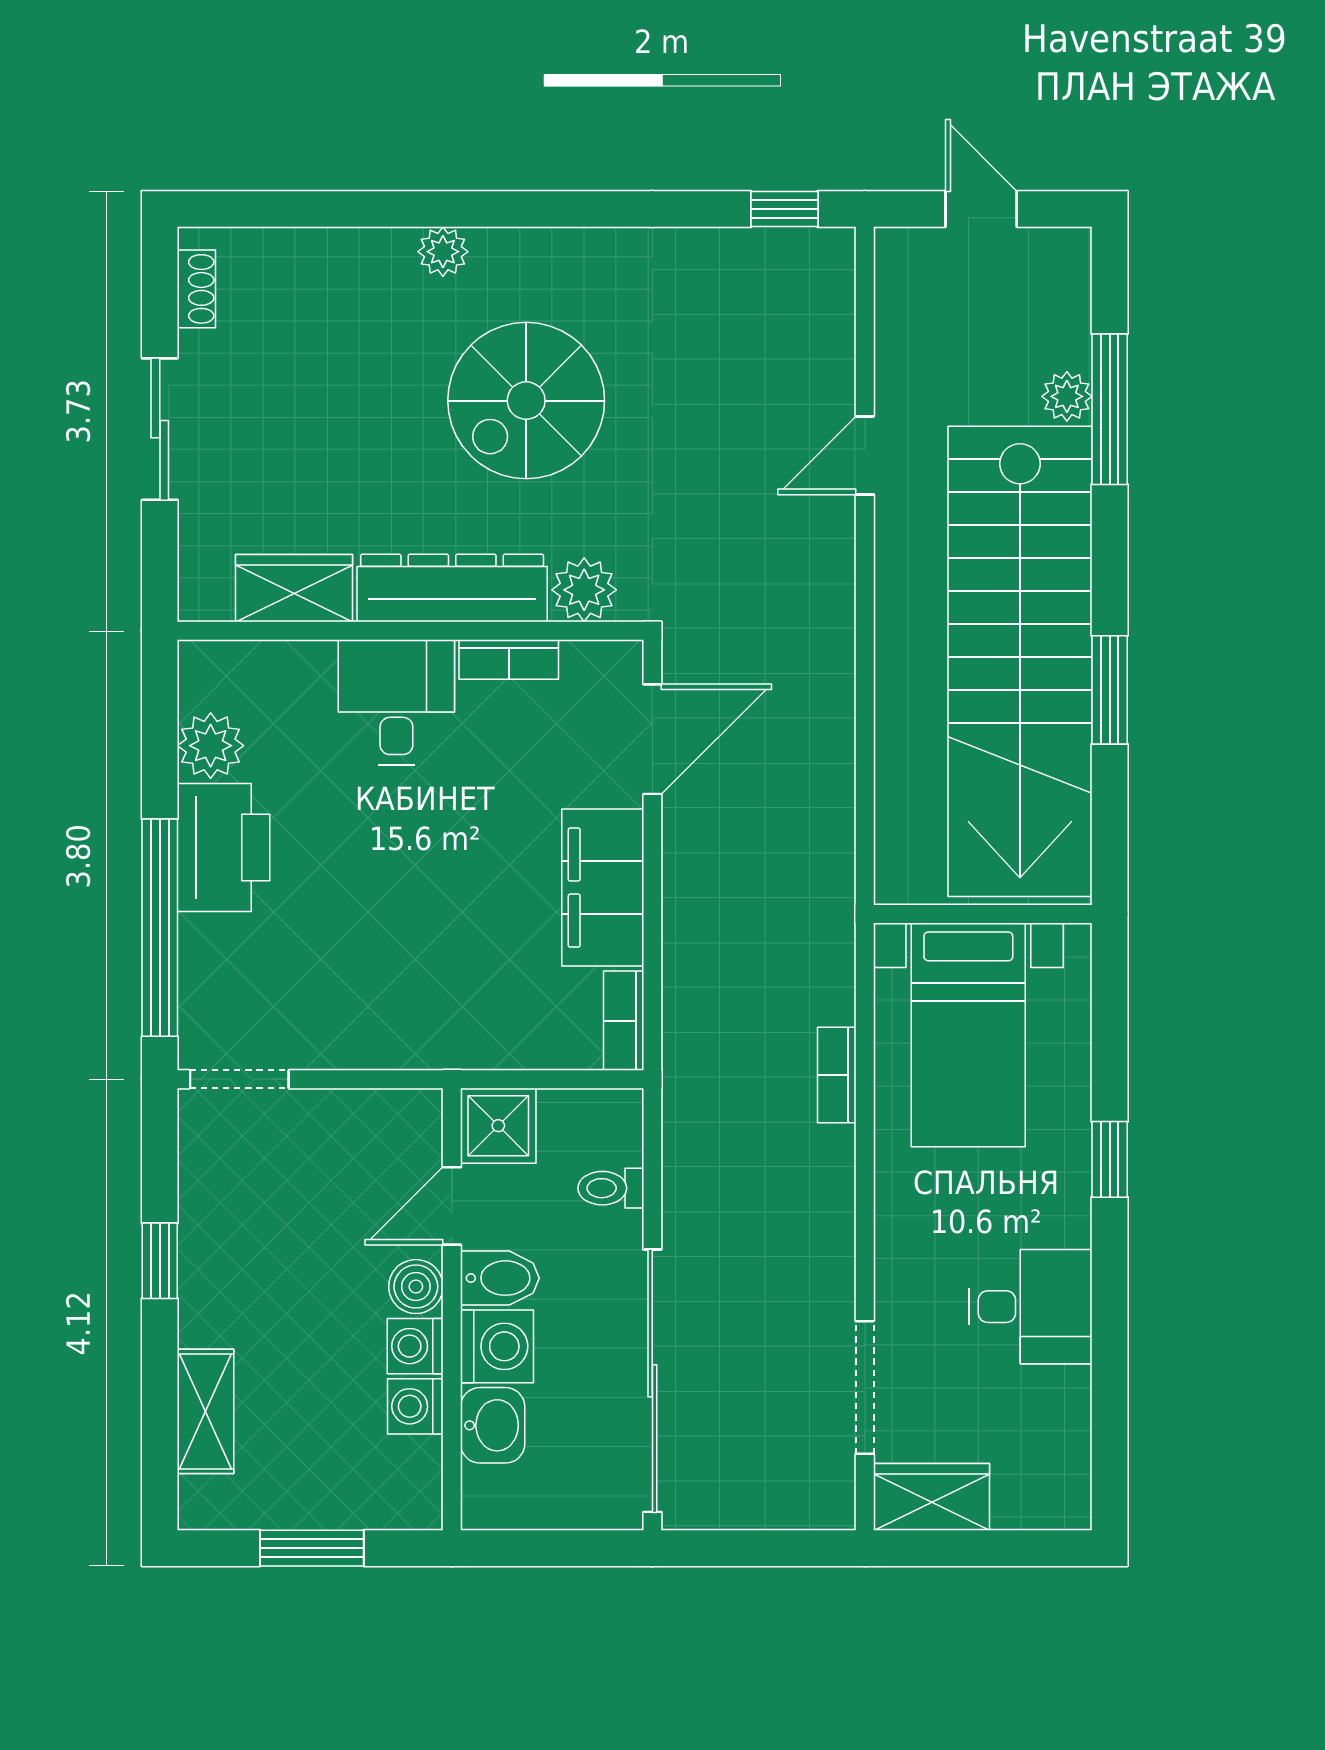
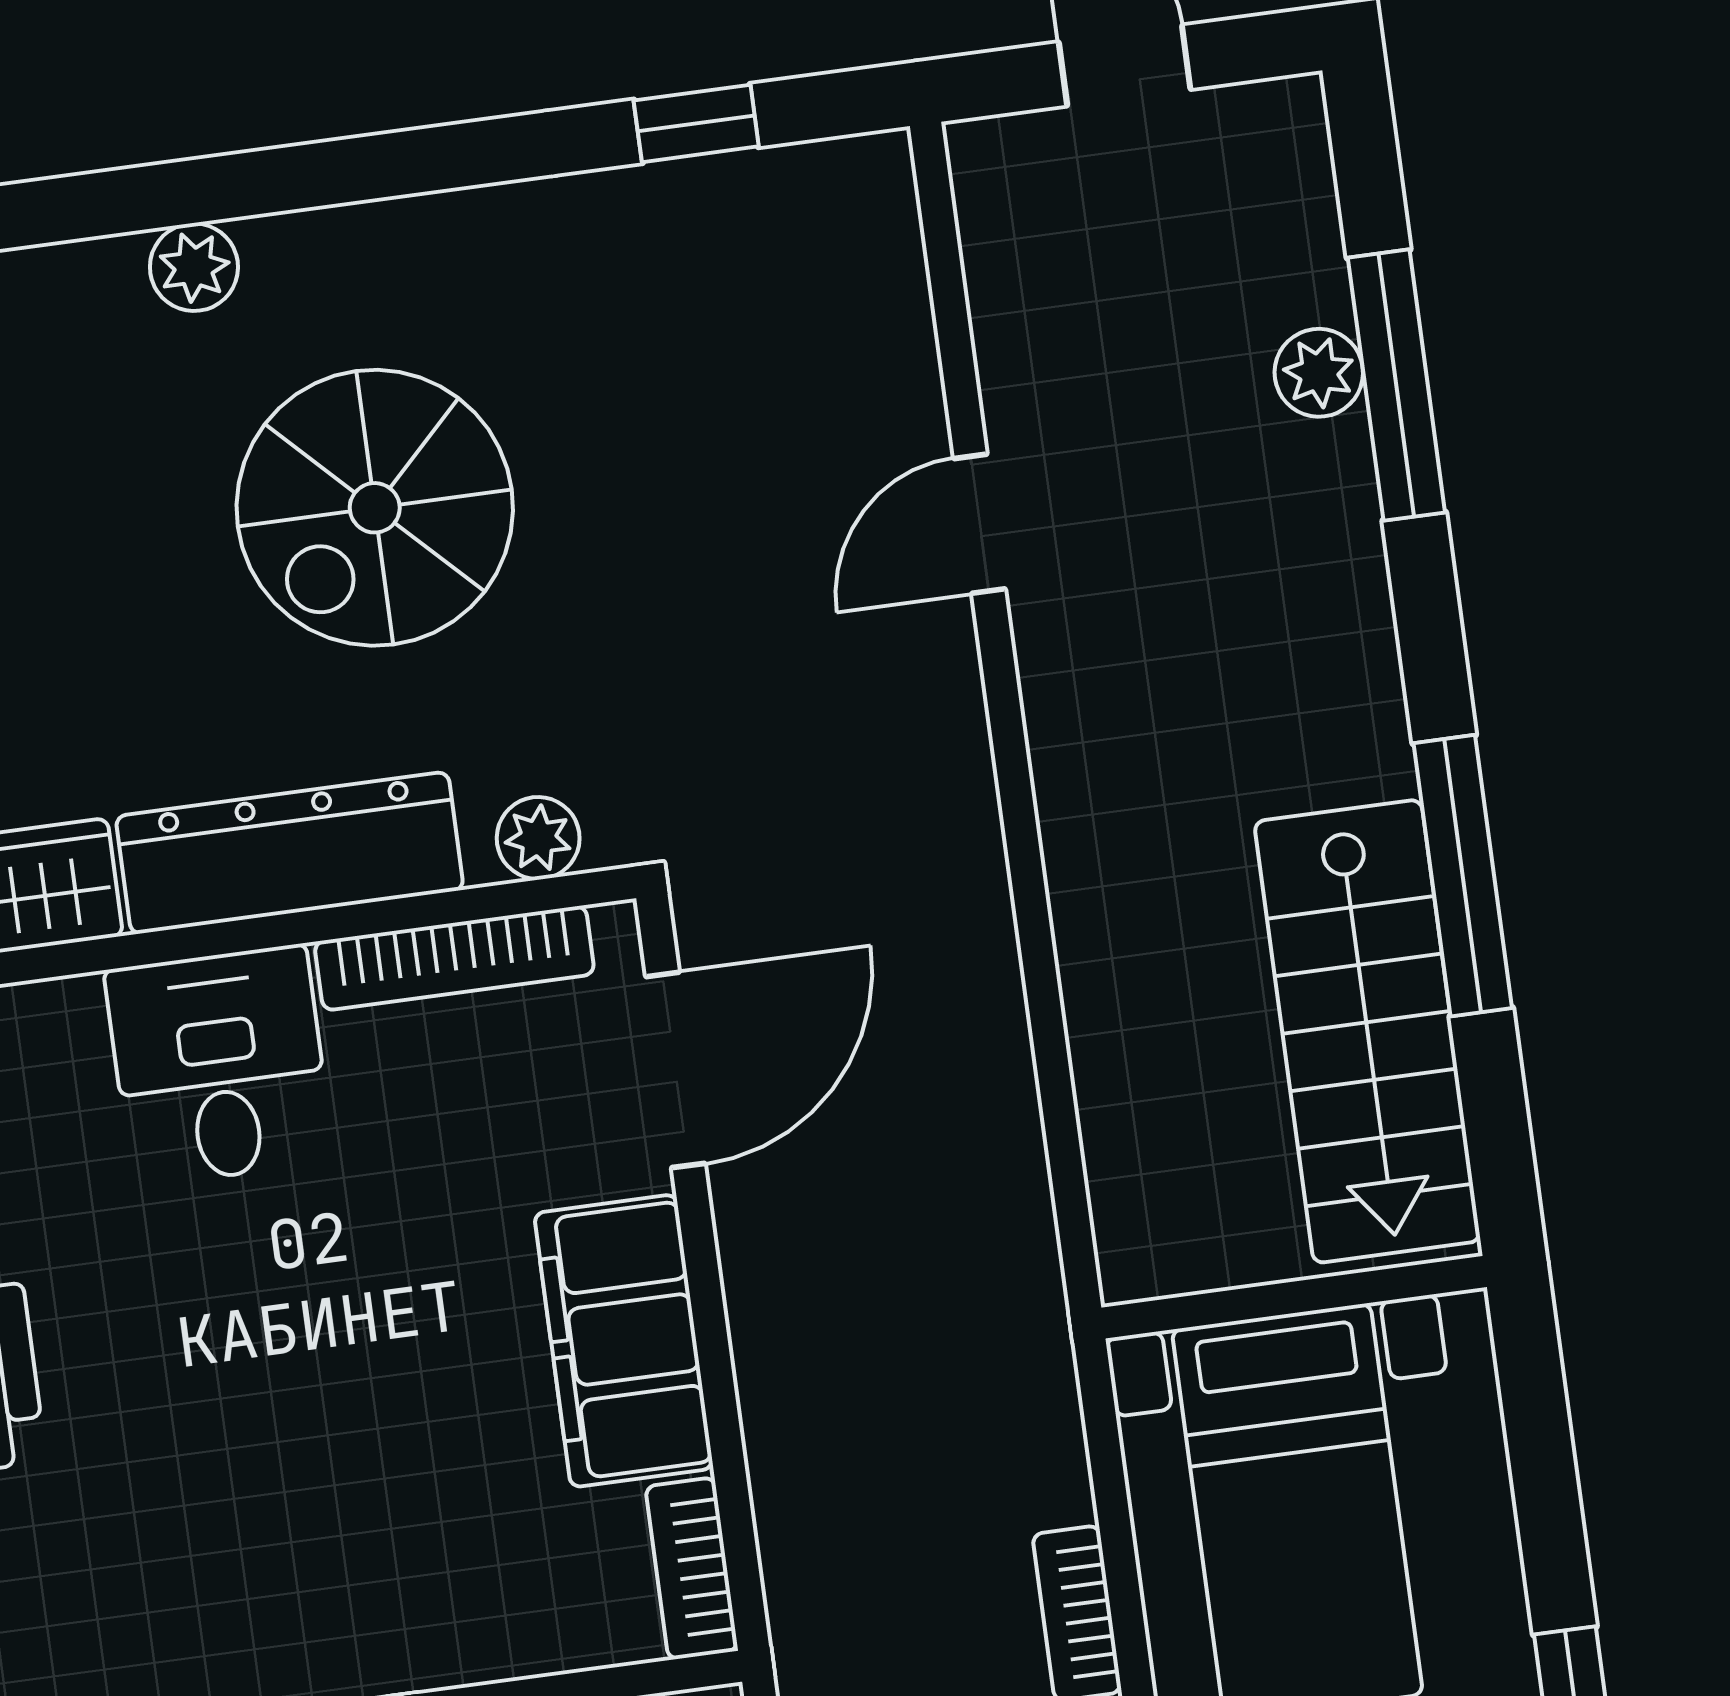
window: (784, 209) -> (696, 123), moved
plant: (584, 590) -> (538, 838), width x0.73, depth x0.73
bookcase: (509, 660) -> (454, 958), width x1.56
stairs: (1020, 661) -> (1367, 1031), width x0.54, depth x0.66
window: (1110, 690) -> (1463, 876), width x1.44

